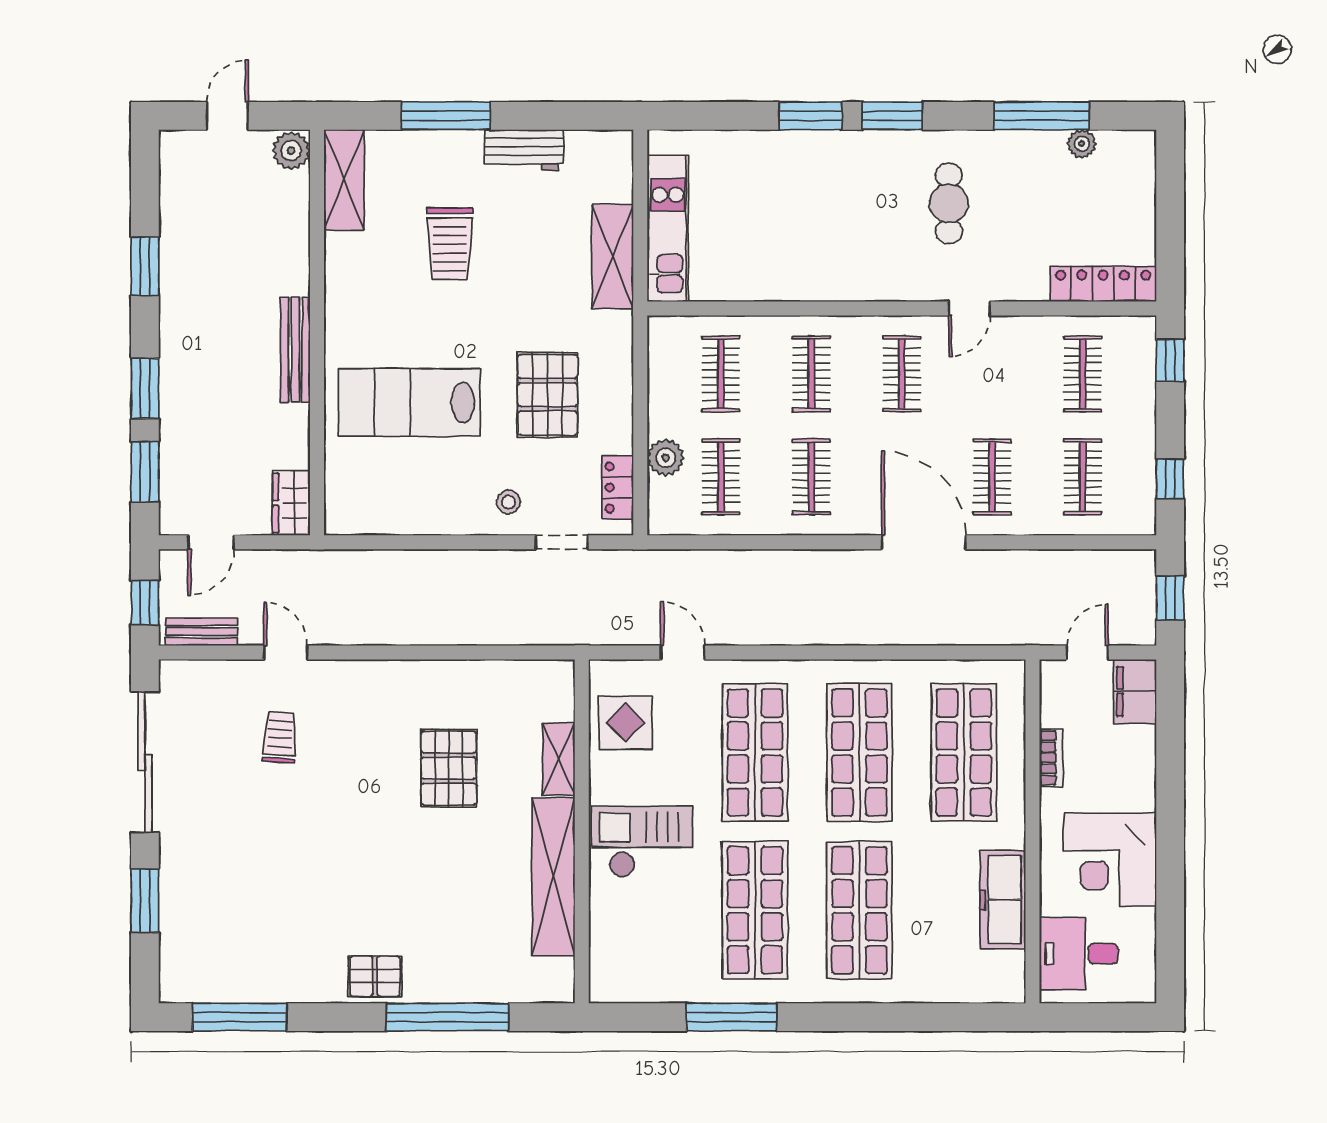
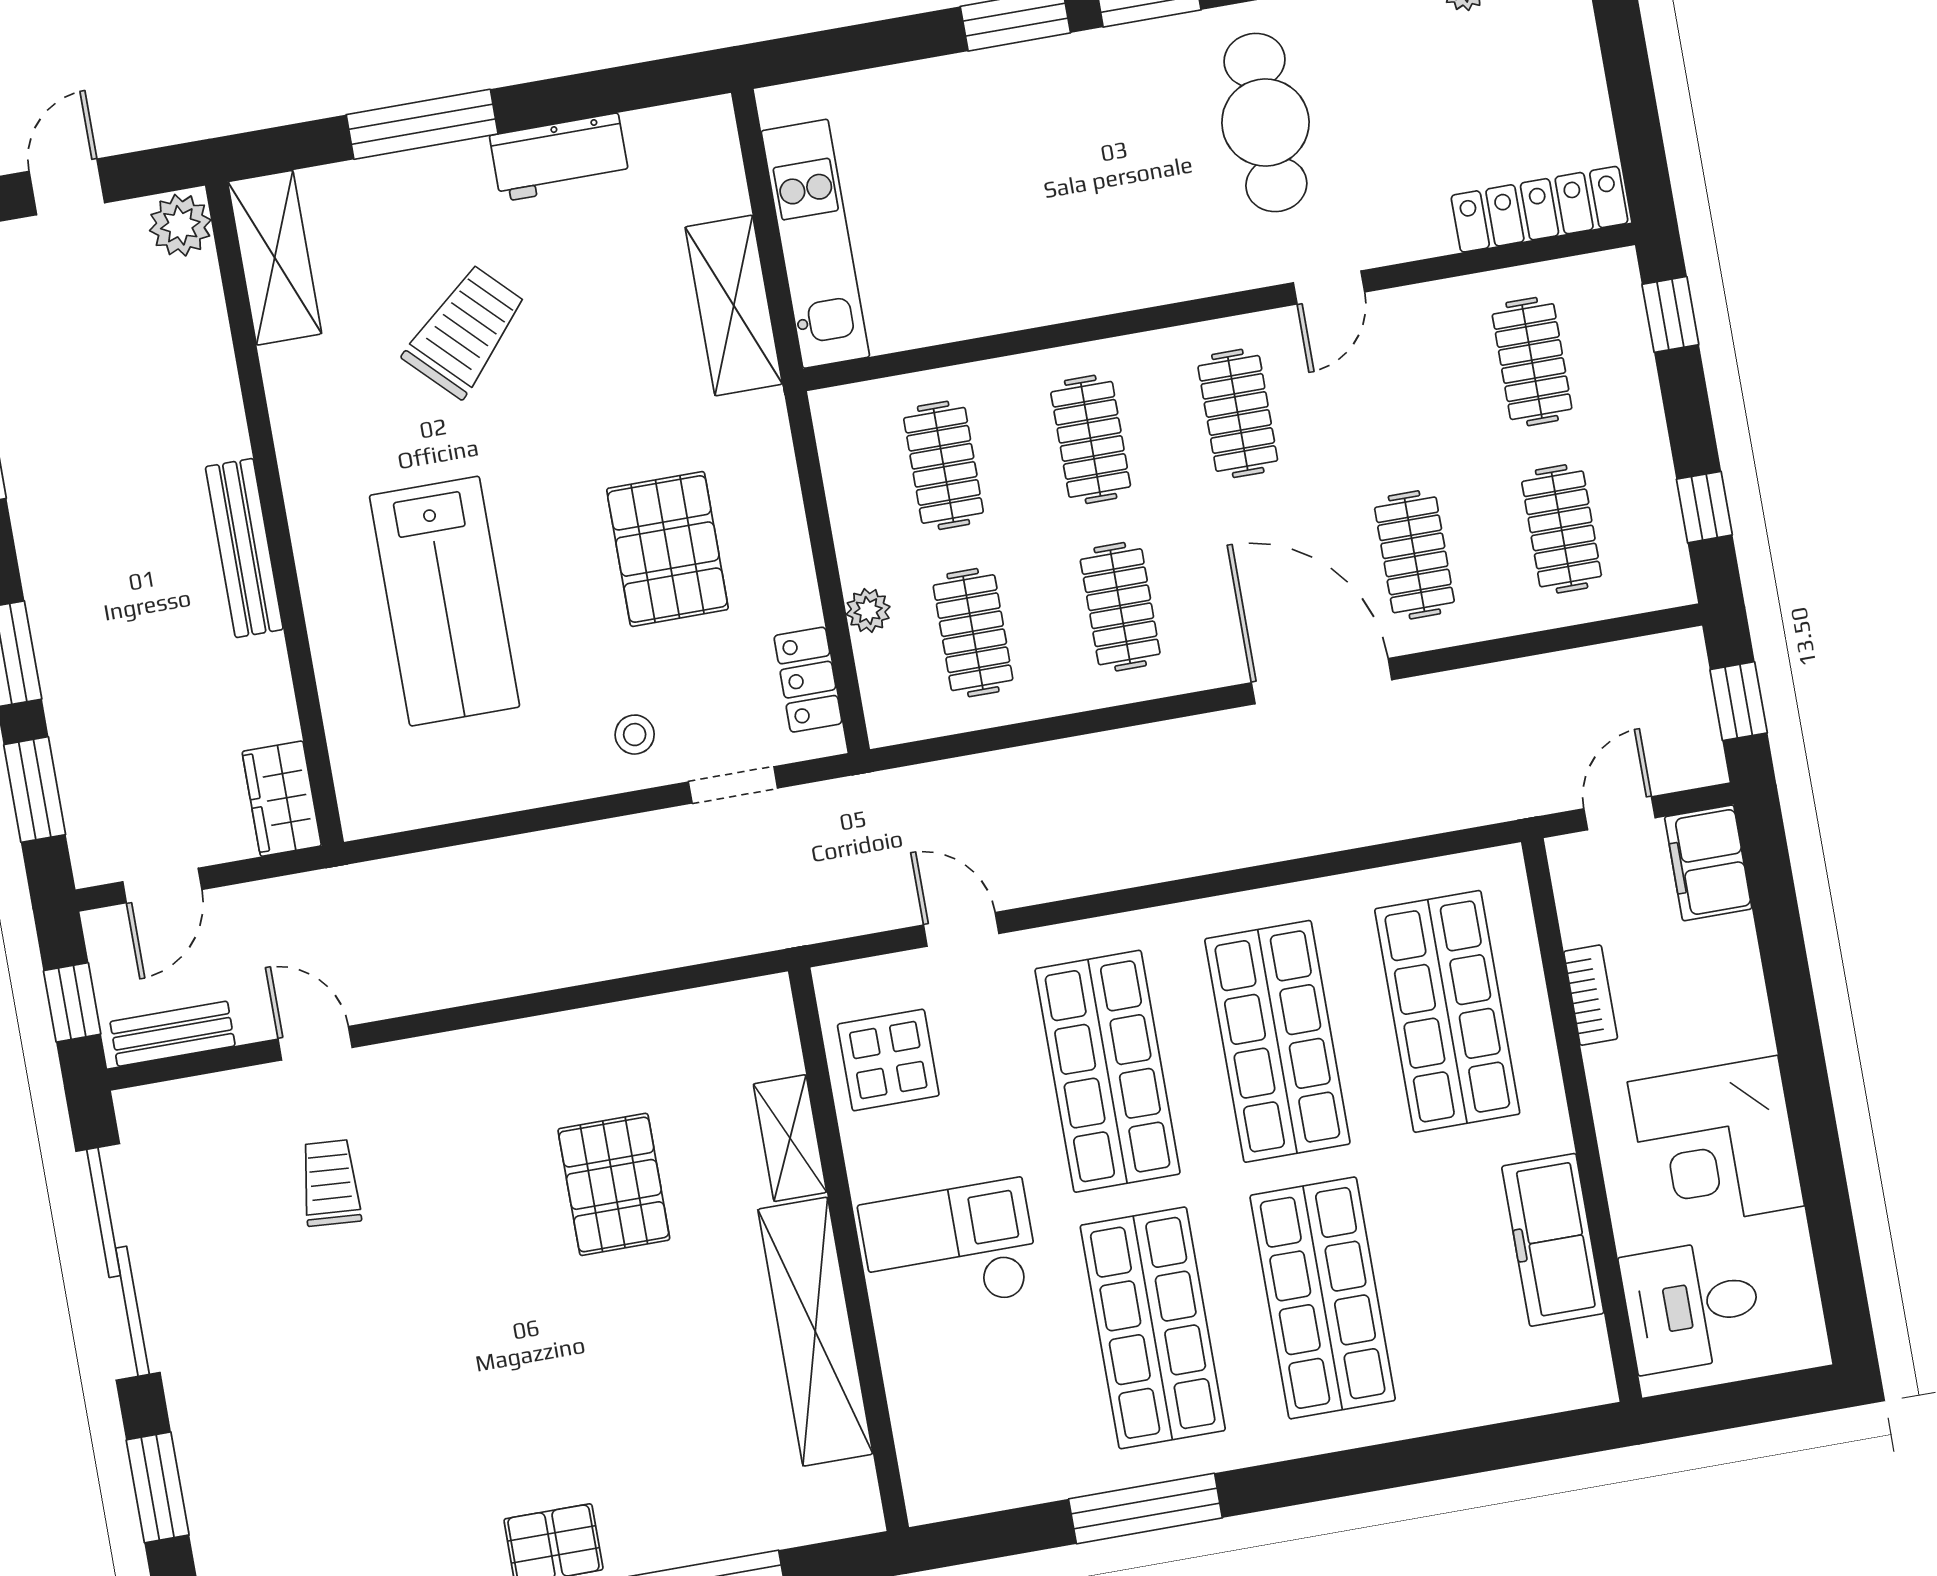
cafe table: (949, 203) -> (1265, 122), width x1.37, depth x1.35
trolley: (450, 244) -> (465, 331), turned -135
lab bench: (409, 402) -> (445, 601), turned -90
plant: (666, 458) -> (868, 610), width x0.73, depth x0.73

